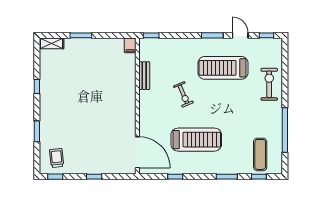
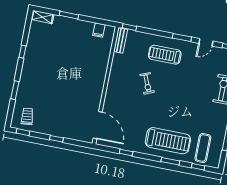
door: (240, 35) -> (206, 42), swing flipped
filing cabinet: (130, 45) -> (99, 30), moved
treadmill: (223, 68) -> (165, 55), moved, width x0.73, depth x0.73
bench: (144, 76) -> (121, 40), moved
treadmill: (196, 140) -> (168, 141), moved

